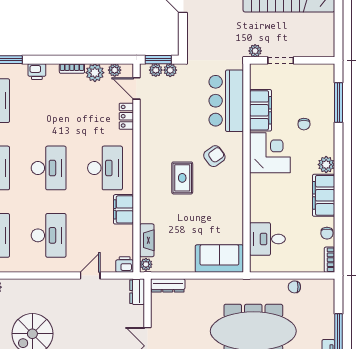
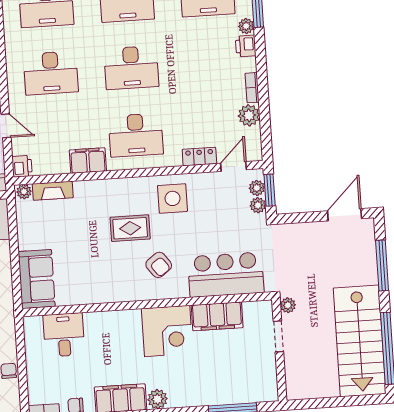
plant: (115, 70) -> (246, 26), moved
chair: (304, 124) -> (204, 369), removed
side table: (160, 141) -> (172, 198), added

